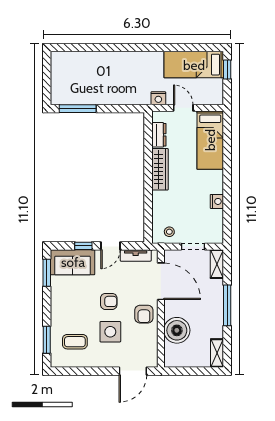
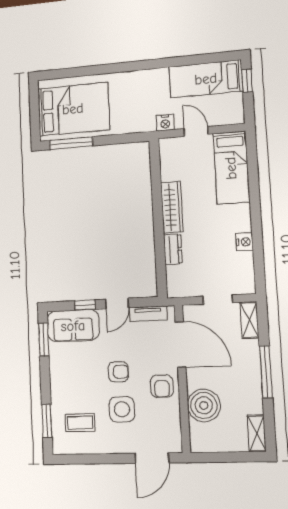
bed: (81, 80) -> (73, 109), added
dresser: (159, 135) -> (173, 249), moved
stool: (169, 232) -> (188, 283), removed

